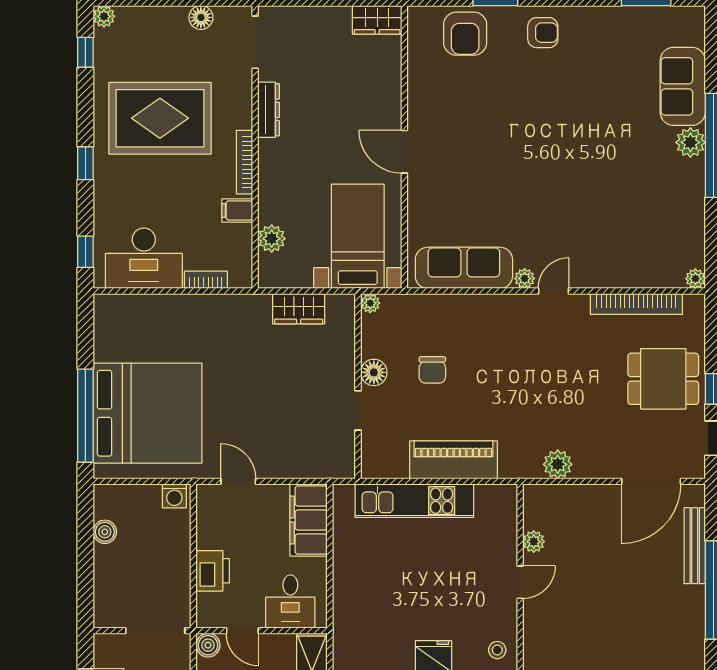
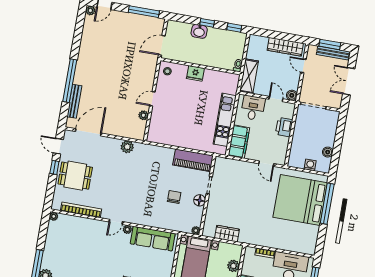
piano: (454, 460) -> (193, 160), moved
washing machine: (174, 496) -> (310, 165), moved
kitchen unit: (414, 501) -> (225, 120), moved, turned -90

